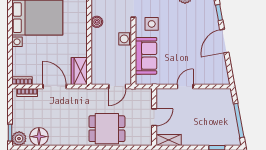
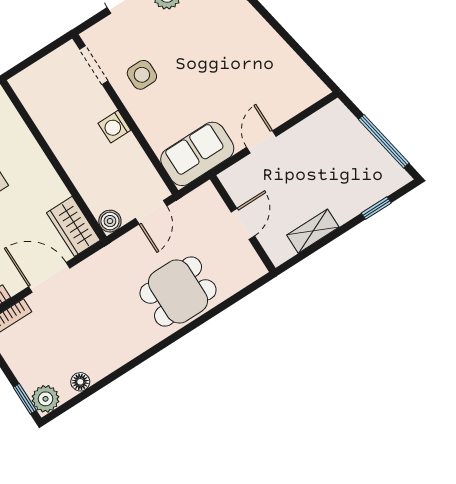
boiler: (97, 22) -> (110, 221), moved
door: (224, 41) -> (278, 27), removed
sofa: (146, 56) -> (197, 154), moved, turned -90
floor lamp: (39, 137) -> (80, 382), width x0.53, depth x0.53
shelving: (169, 140) -> (313, 231), moved

